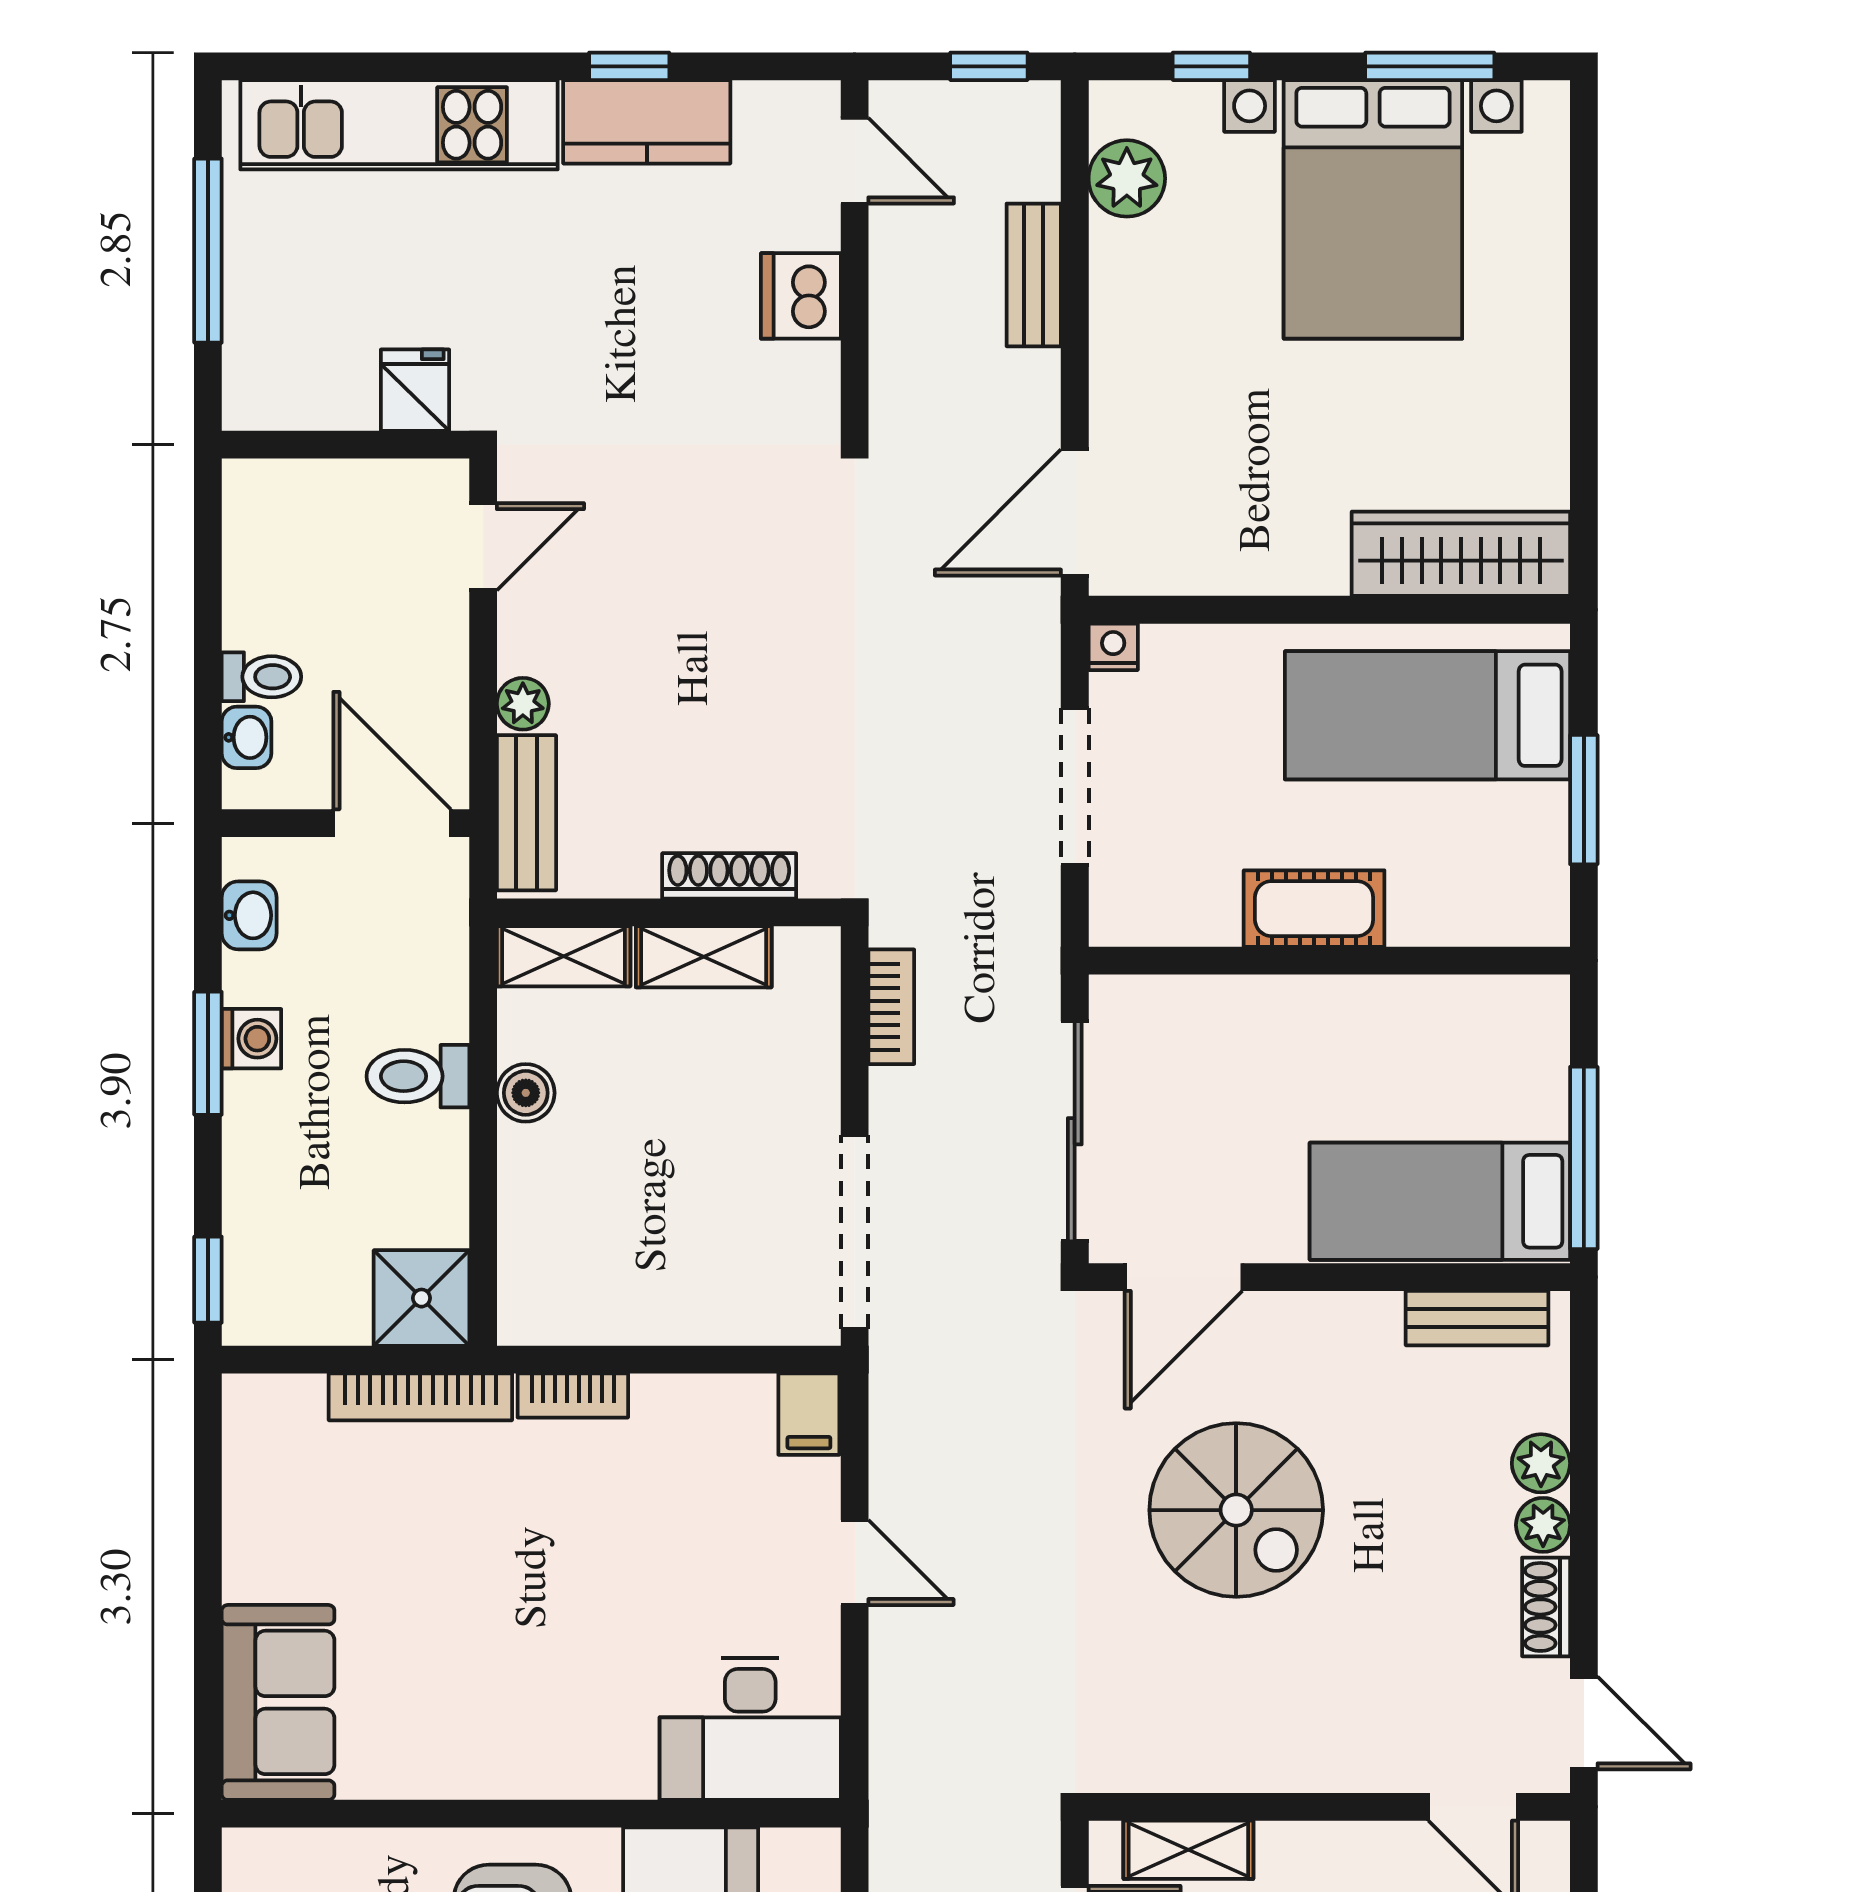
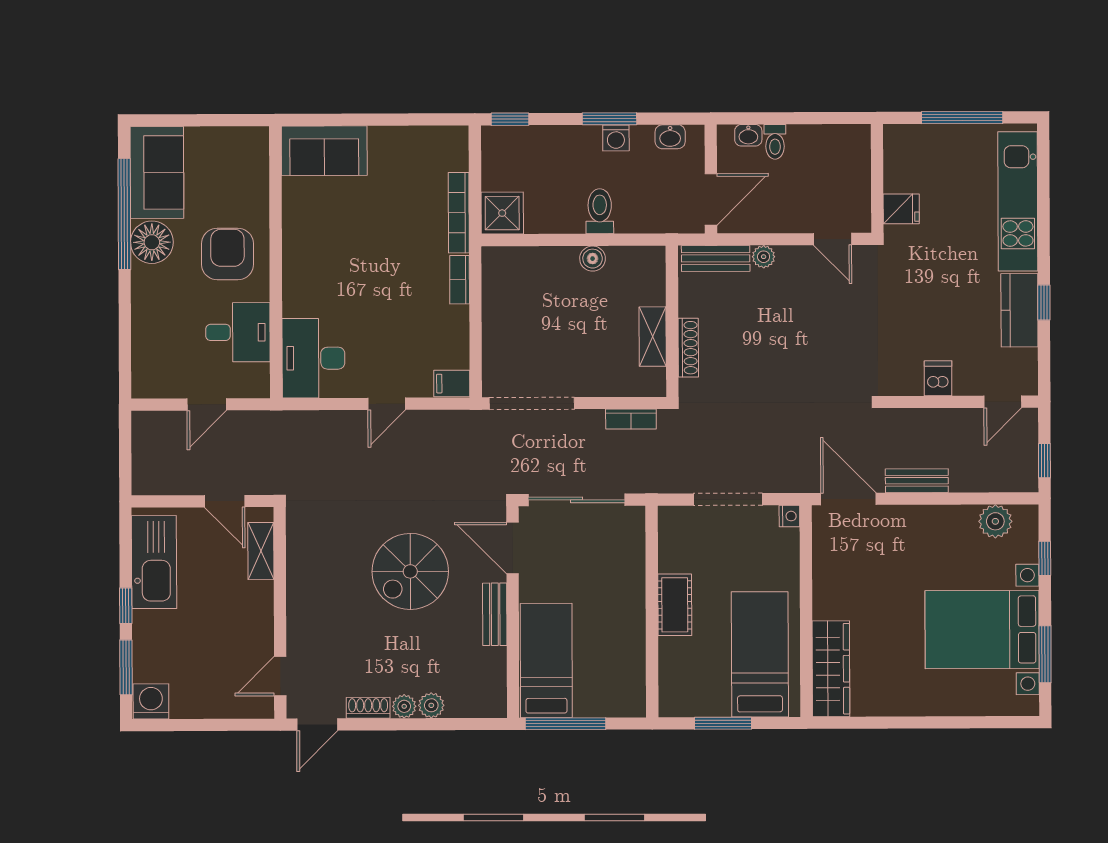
bench: (1034, 275) -> (917, 481), moved
dishwasher: (801, 296) -> (938, 378), width x0.73
shelving: (564, 956) -> (653, 275), removed
bench: (1477, 1318) -> (495, 614), moved

